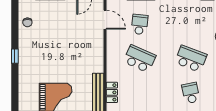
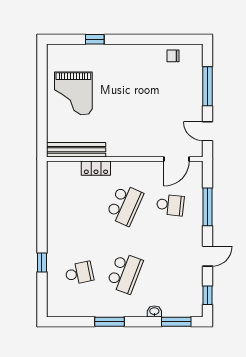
window: (15, 56) -> (95, 39), moved
locker: (112, 92) -> (96, 168), moved

